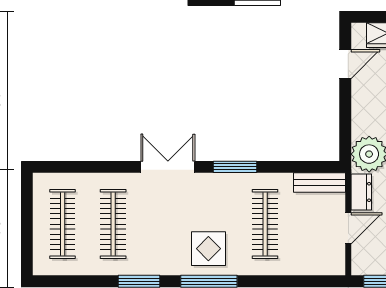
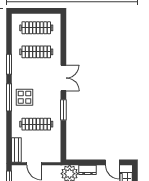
bench: (320, 183) -> (16, 150), moved
dresser: (361, 192) -> (88, 170), moved

